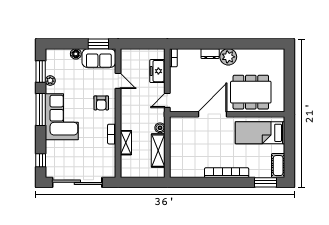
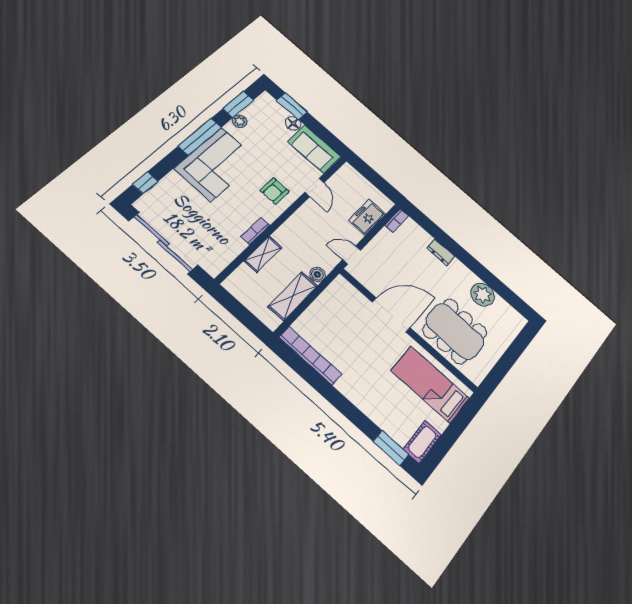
window: (98, 44) -> (292, 106), moved
plant: (228, 57) -> (483, 295), moved
bookcase: (227, 173) -> (310, 356), moved

